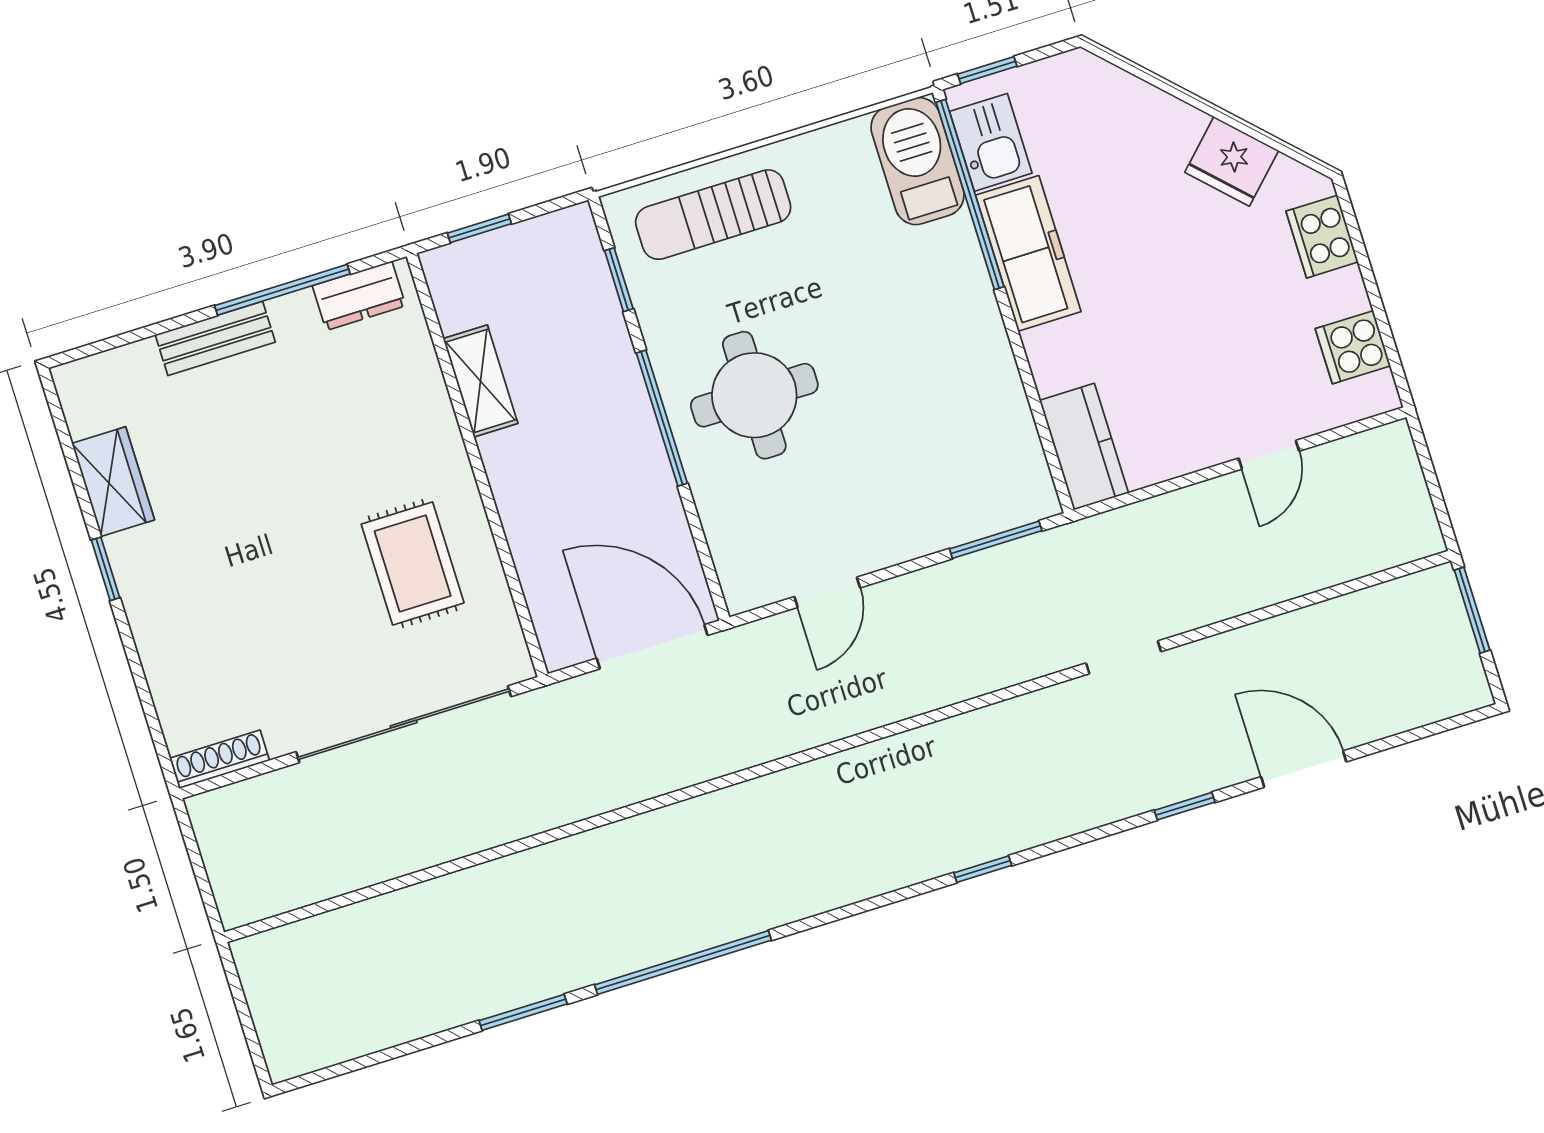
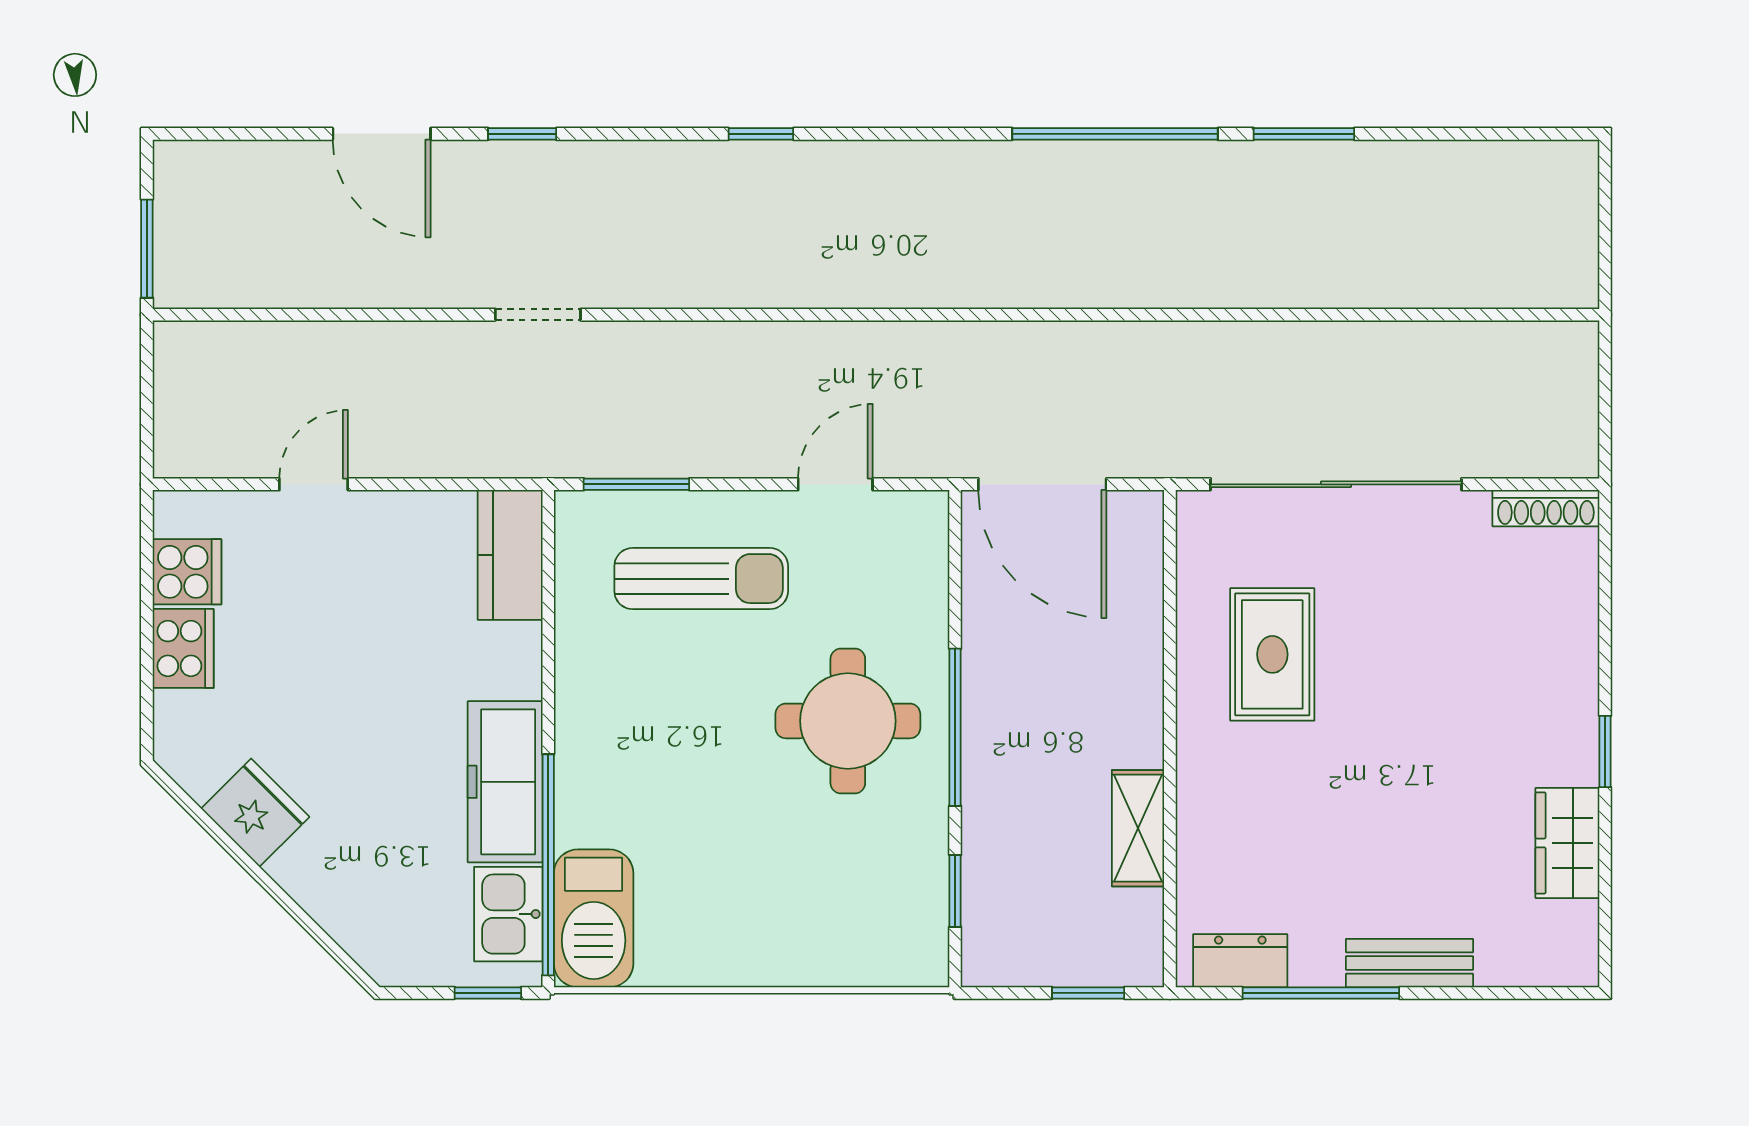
sun lounger: (713, 215) -> (701, 579), moved
cooker: (1322, 237) -> (183, 648), moved

